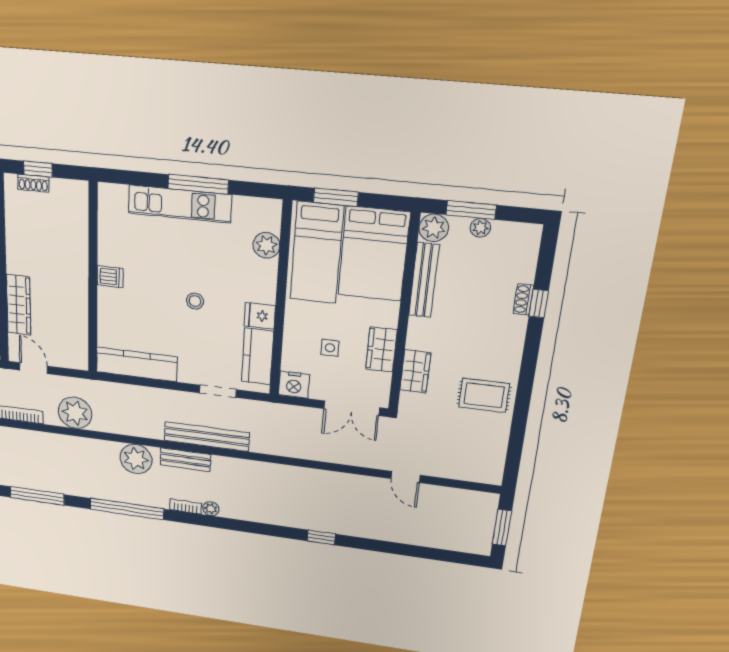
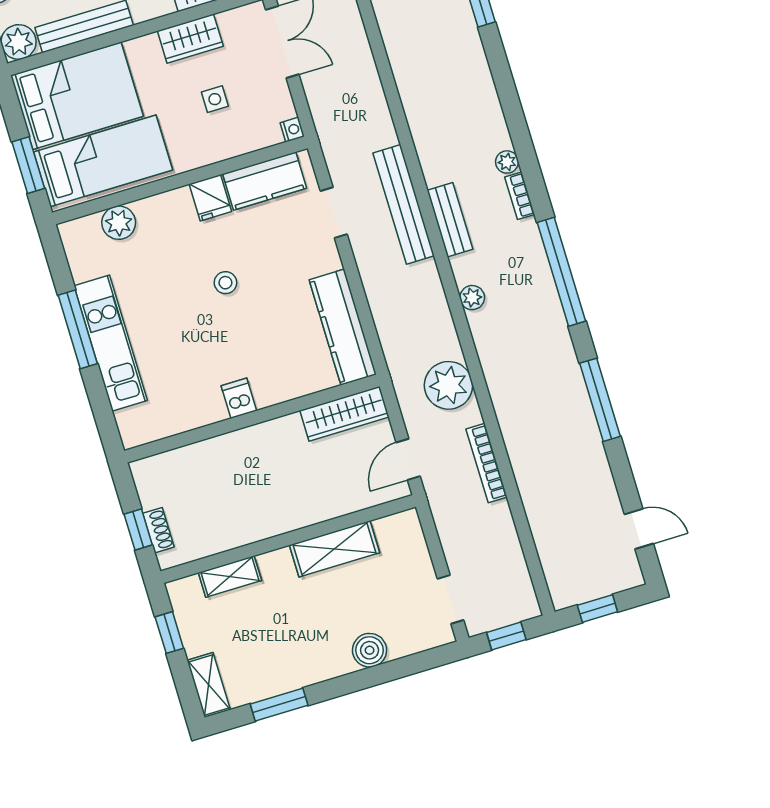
wardrobe: (19, 305) -> (344, 414), moved, turned 180
nightstand: (294, 385) -> (292, 130), width x0.53, depth x0.56
plant: (136, 459) -> (472, 298), width x0.53, depth x0.53

